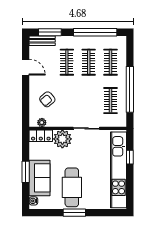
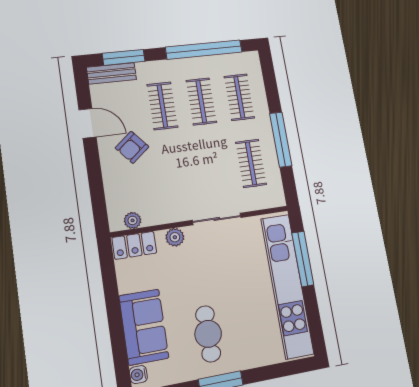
window: (130, 89) -> (281, 139), width x0.68
armchair: (47, 99) -> (132, 147), moved
plant: (62, 139) -> (175, 237), width x0.53, depth x0.53
window: (130, 157) -> (303, 259), width x2.17
window: (26, 172) -> (115, 320), removed
cafe table: (72, 187) -> (208, 334), width x0.73, depth x0.74

